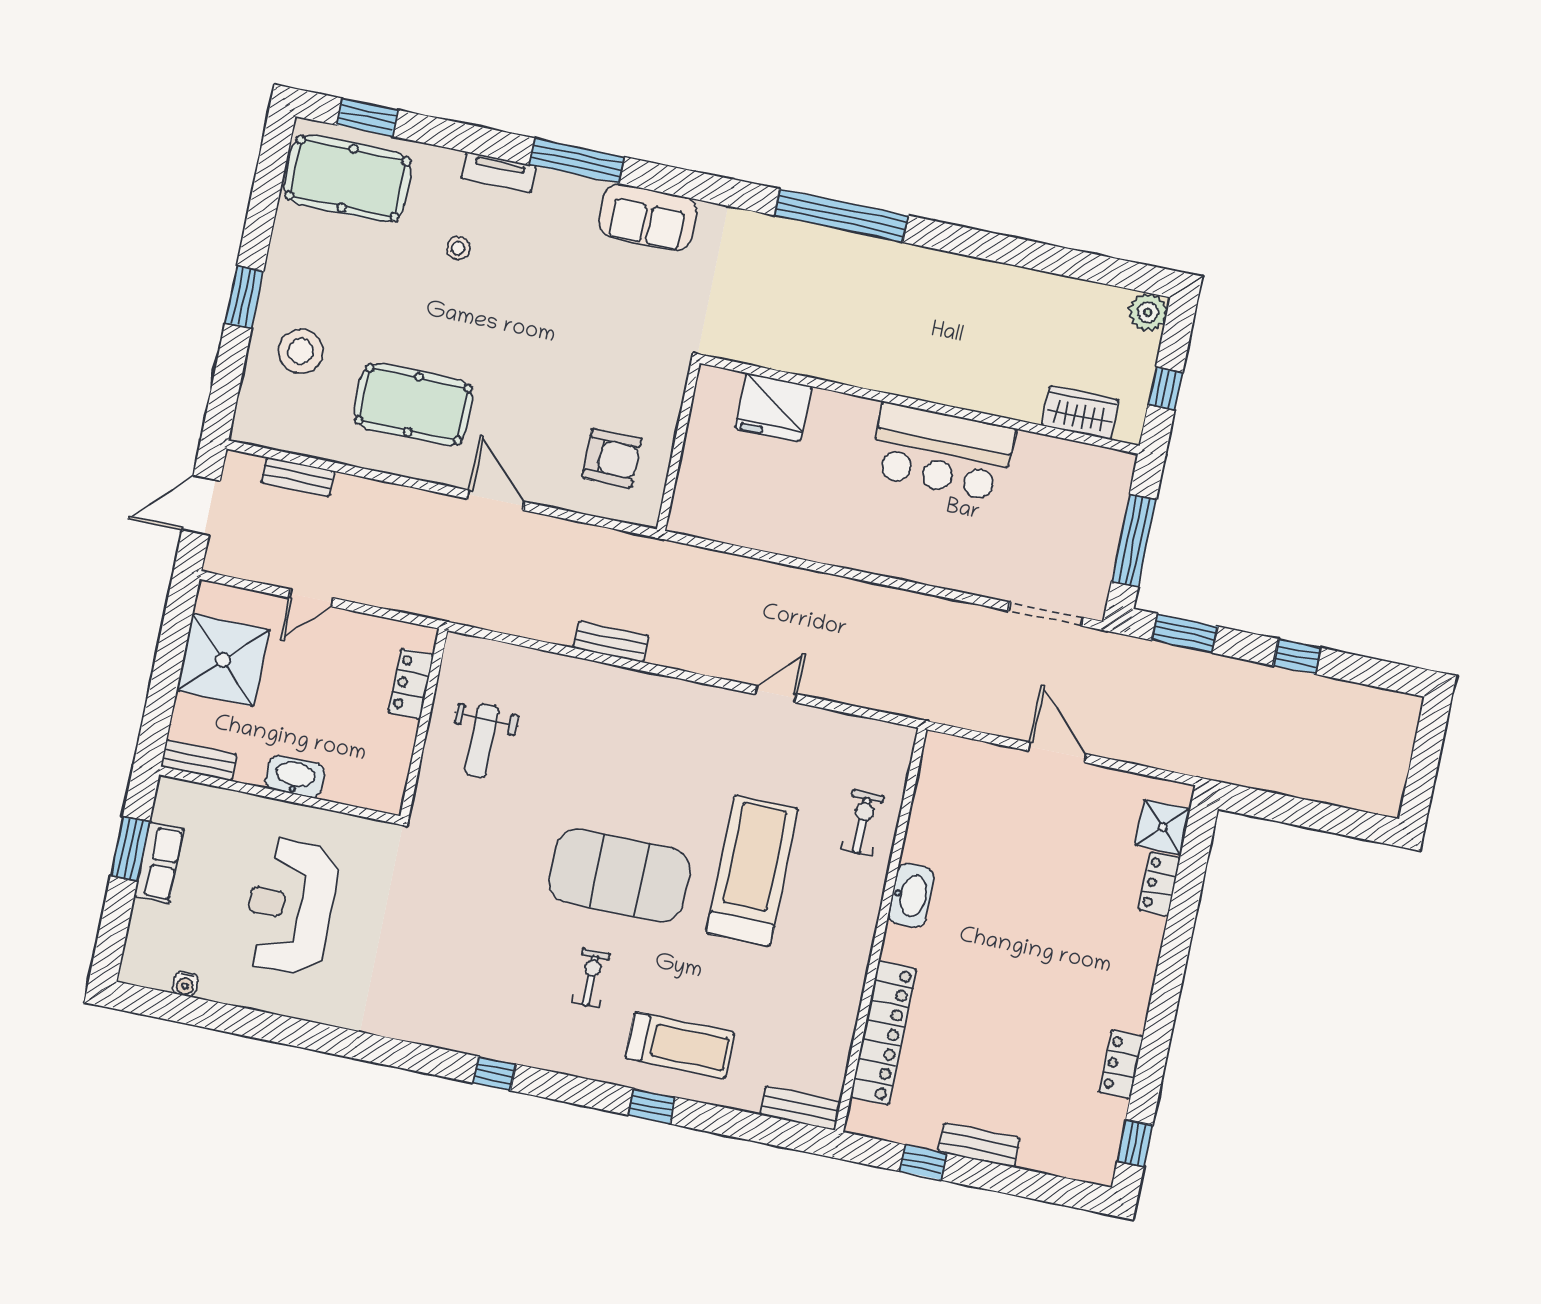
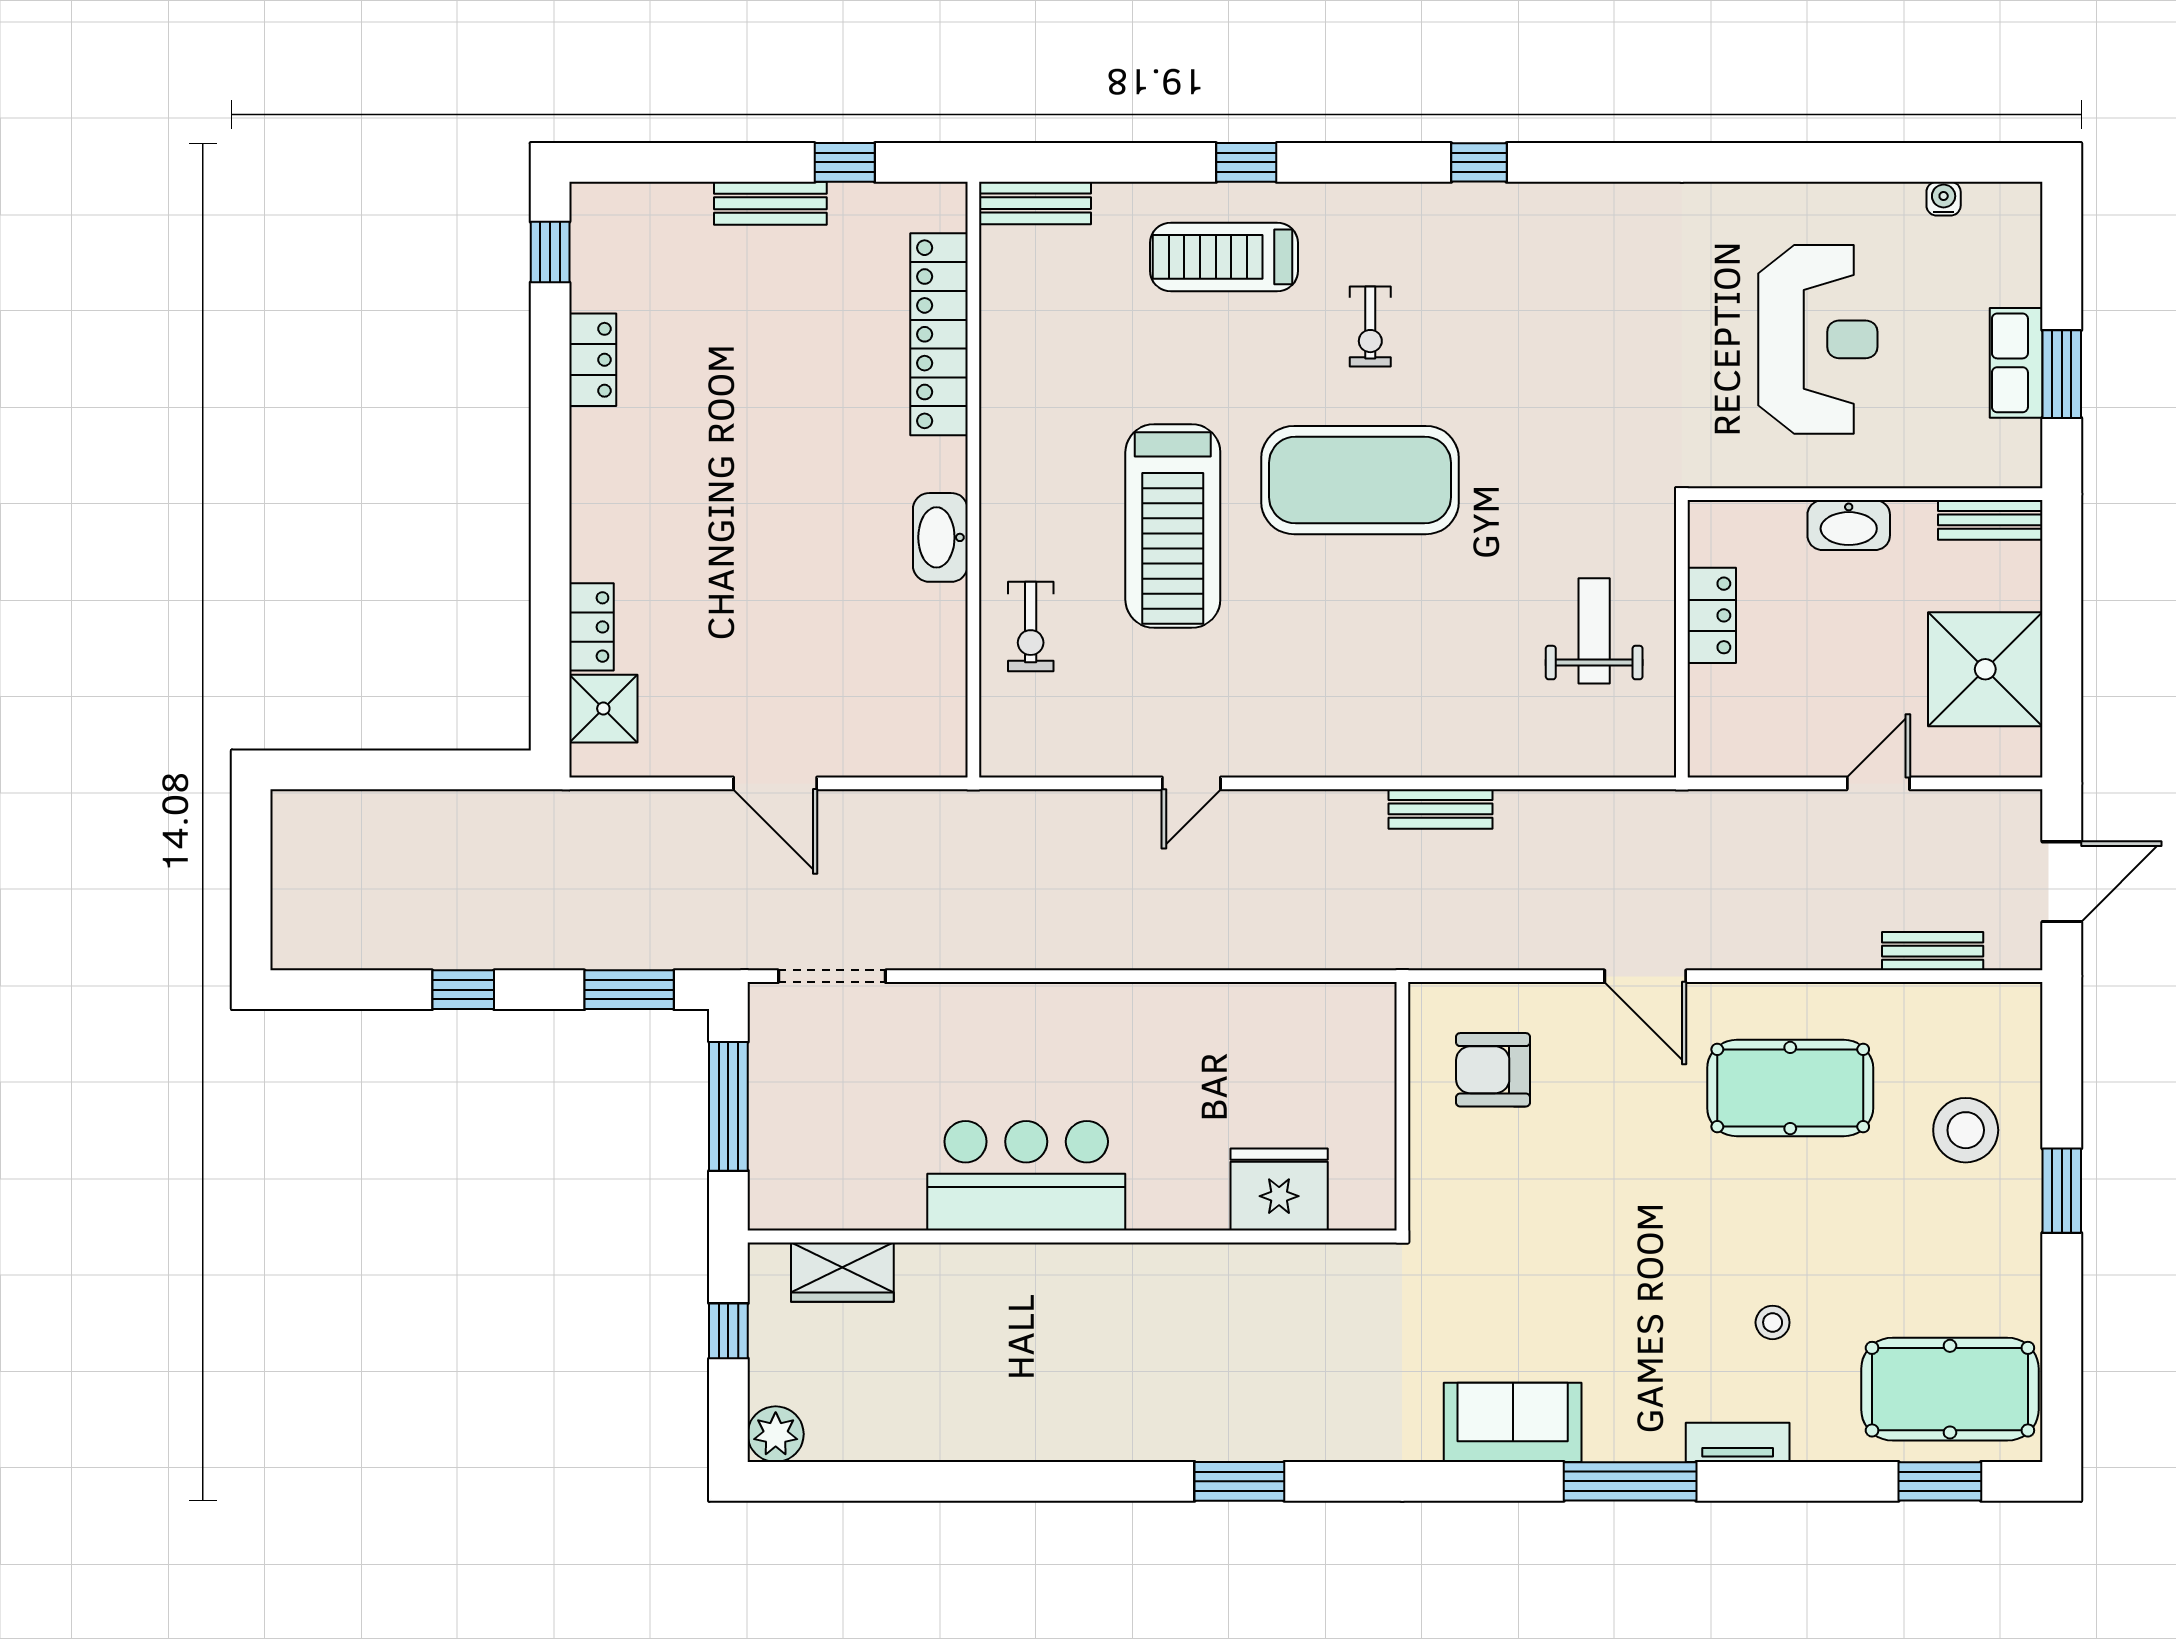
window: (841, 215) -> (1239, 1481), width x0.47
locker: (411, 684) -> (1712, 615), moved

